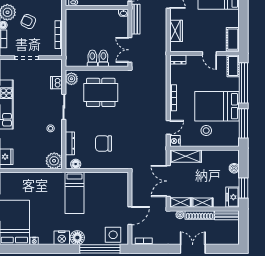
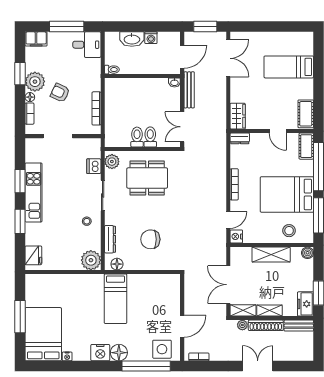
wardrobe: (176, 31) -> (238, 116), moved
stool: (206, 131) -> (289, 231), moved
shelving: (186, 156) -> (271, 255), moved
boiler: (234, 168) -> (308, 253), moved

